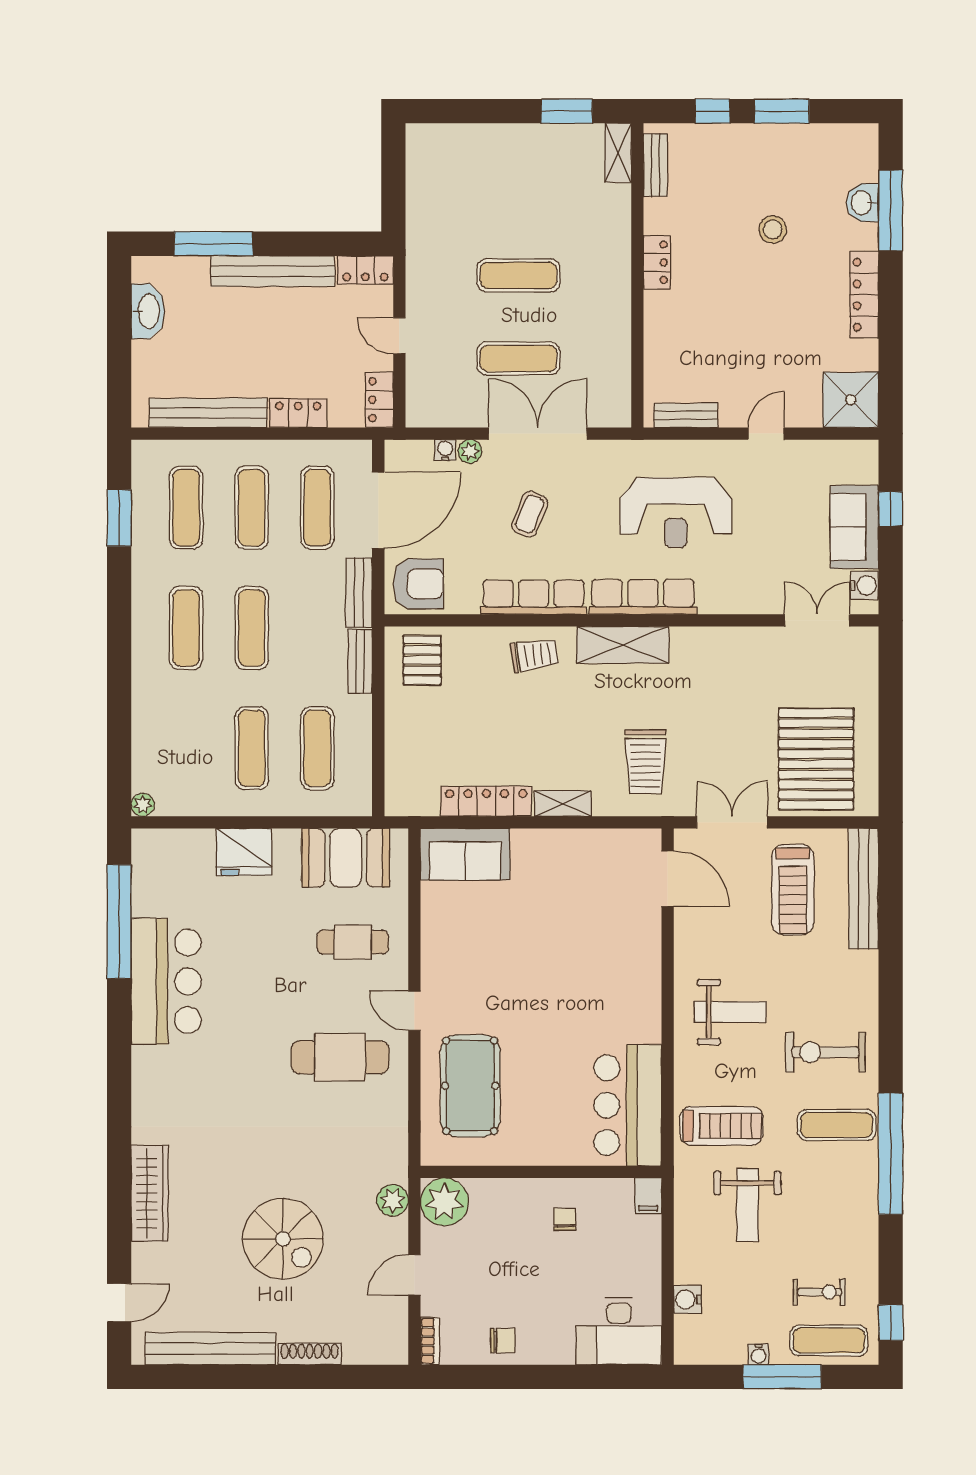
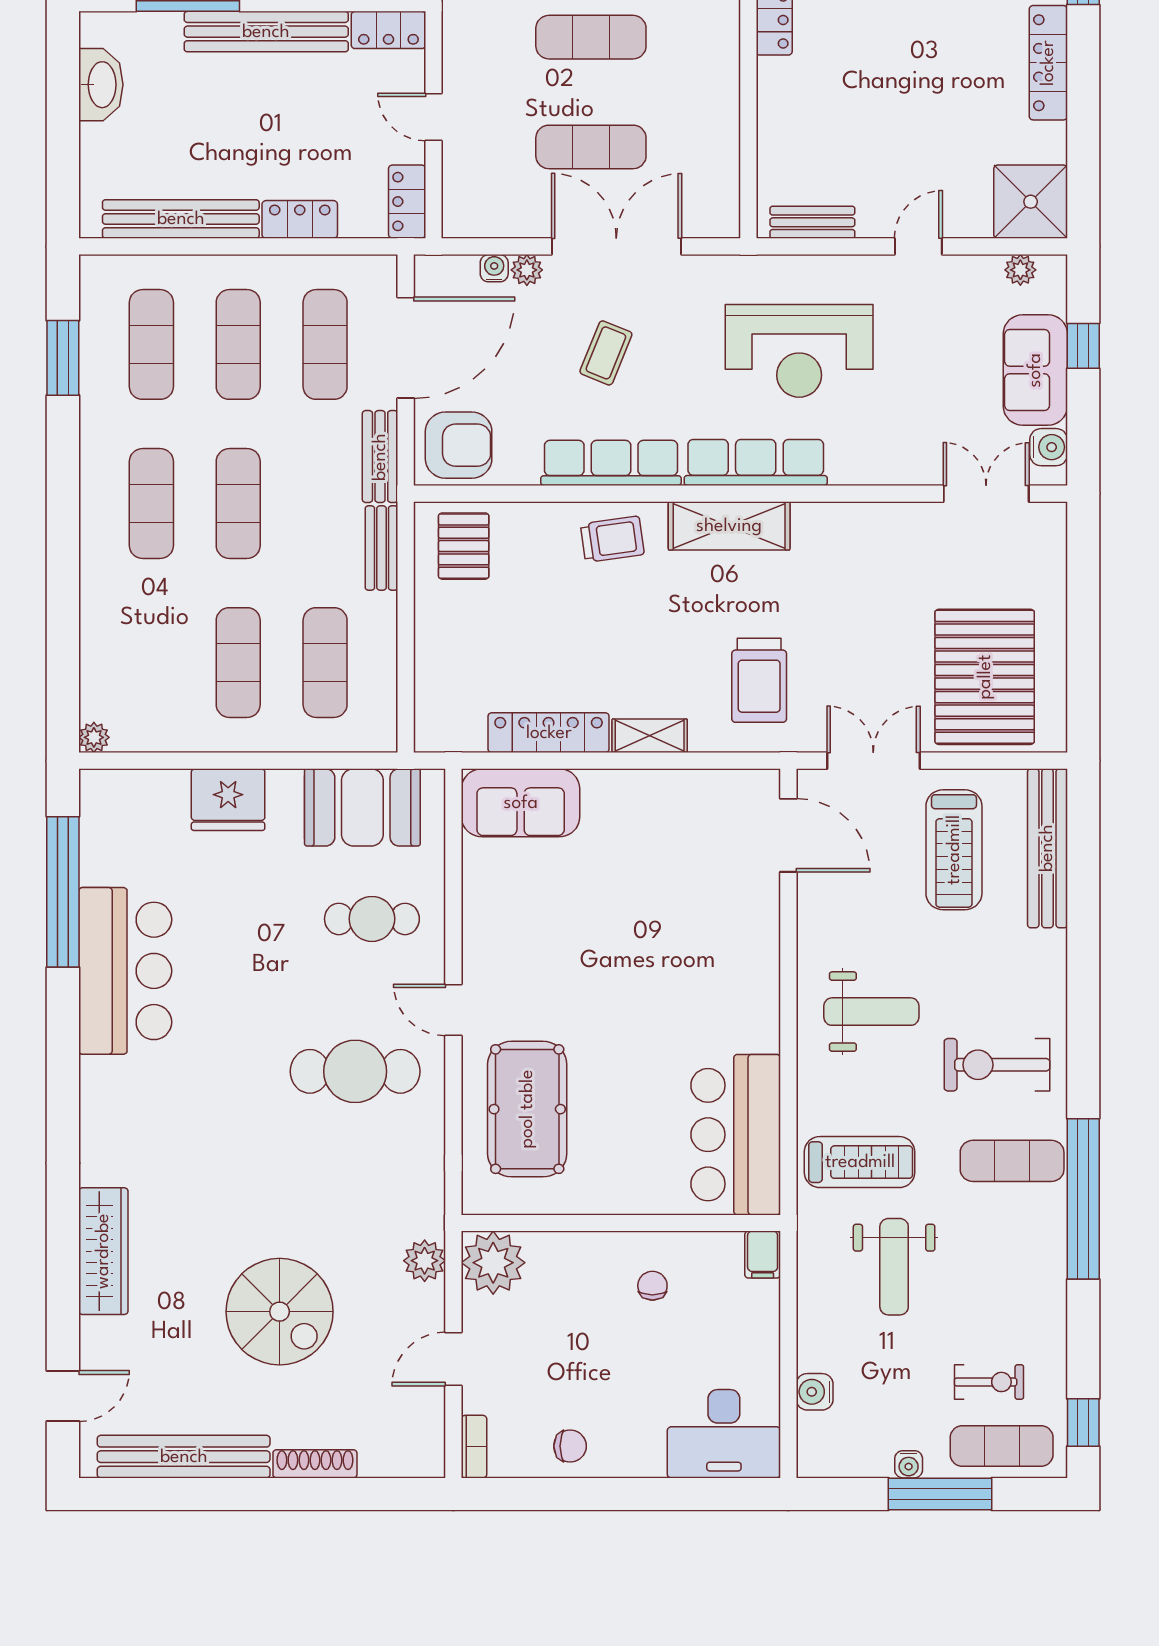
plant: (843, 451) -> (1020, 270), added

